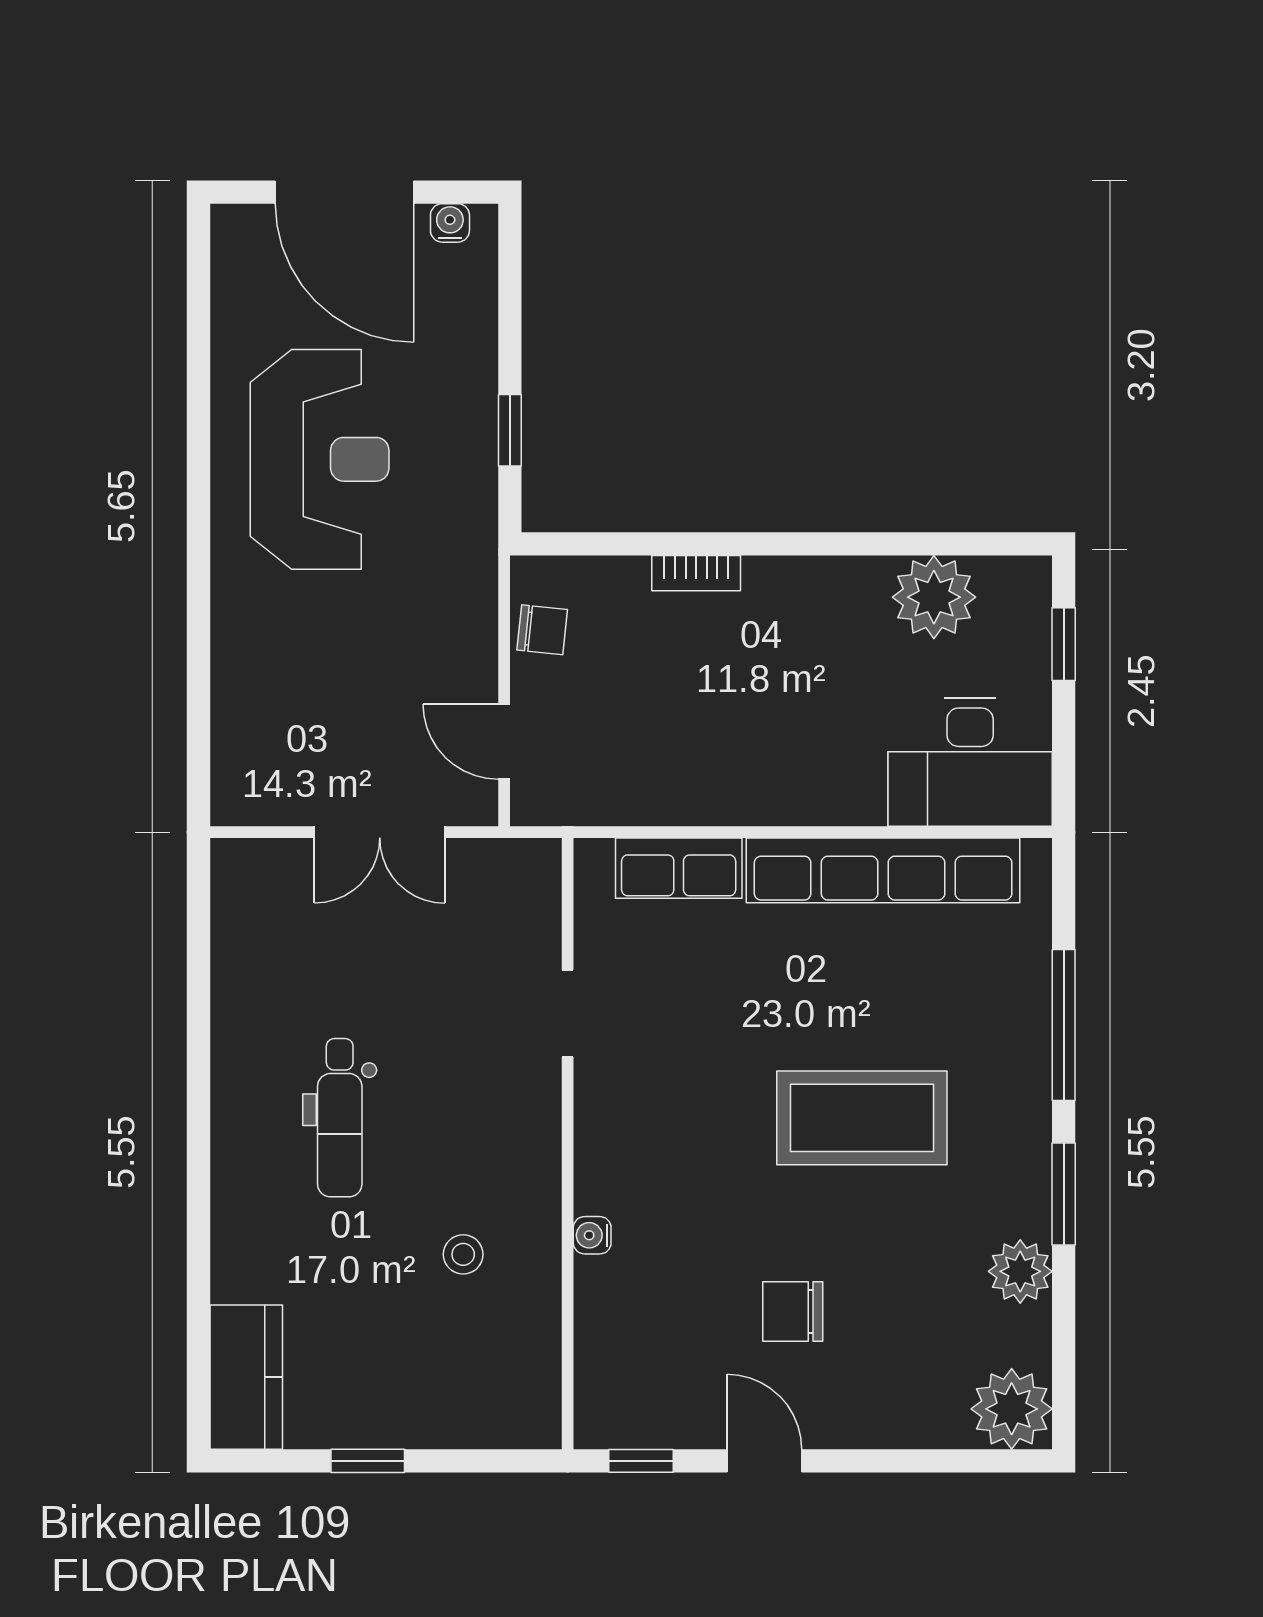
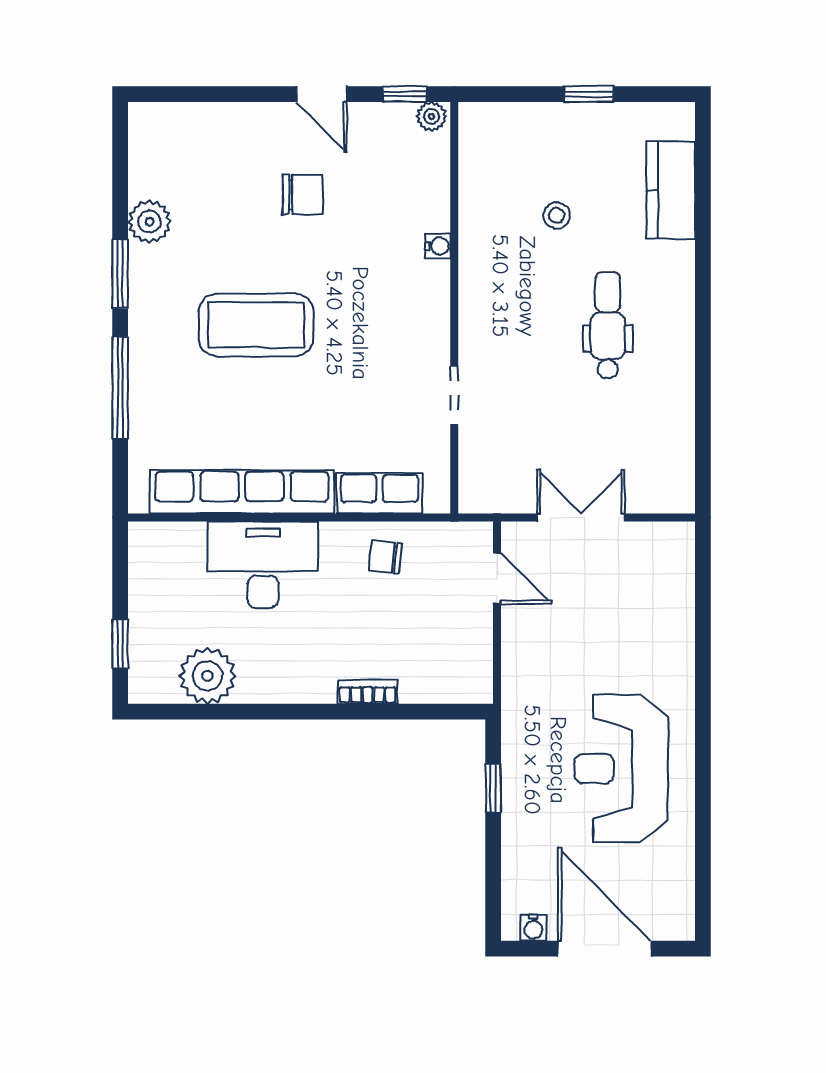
chair: (542, 630) -> (385, 557), moved
desk: (970, 762) -> (263, 565), moved
stool: (463, 1254) -> (557, 215), moved
kitchen counter: (246, 1377) -> (671, 190), moved
plant: (1012, 1409) -> (431, 116), moved, width x0.53, depth x0.53

